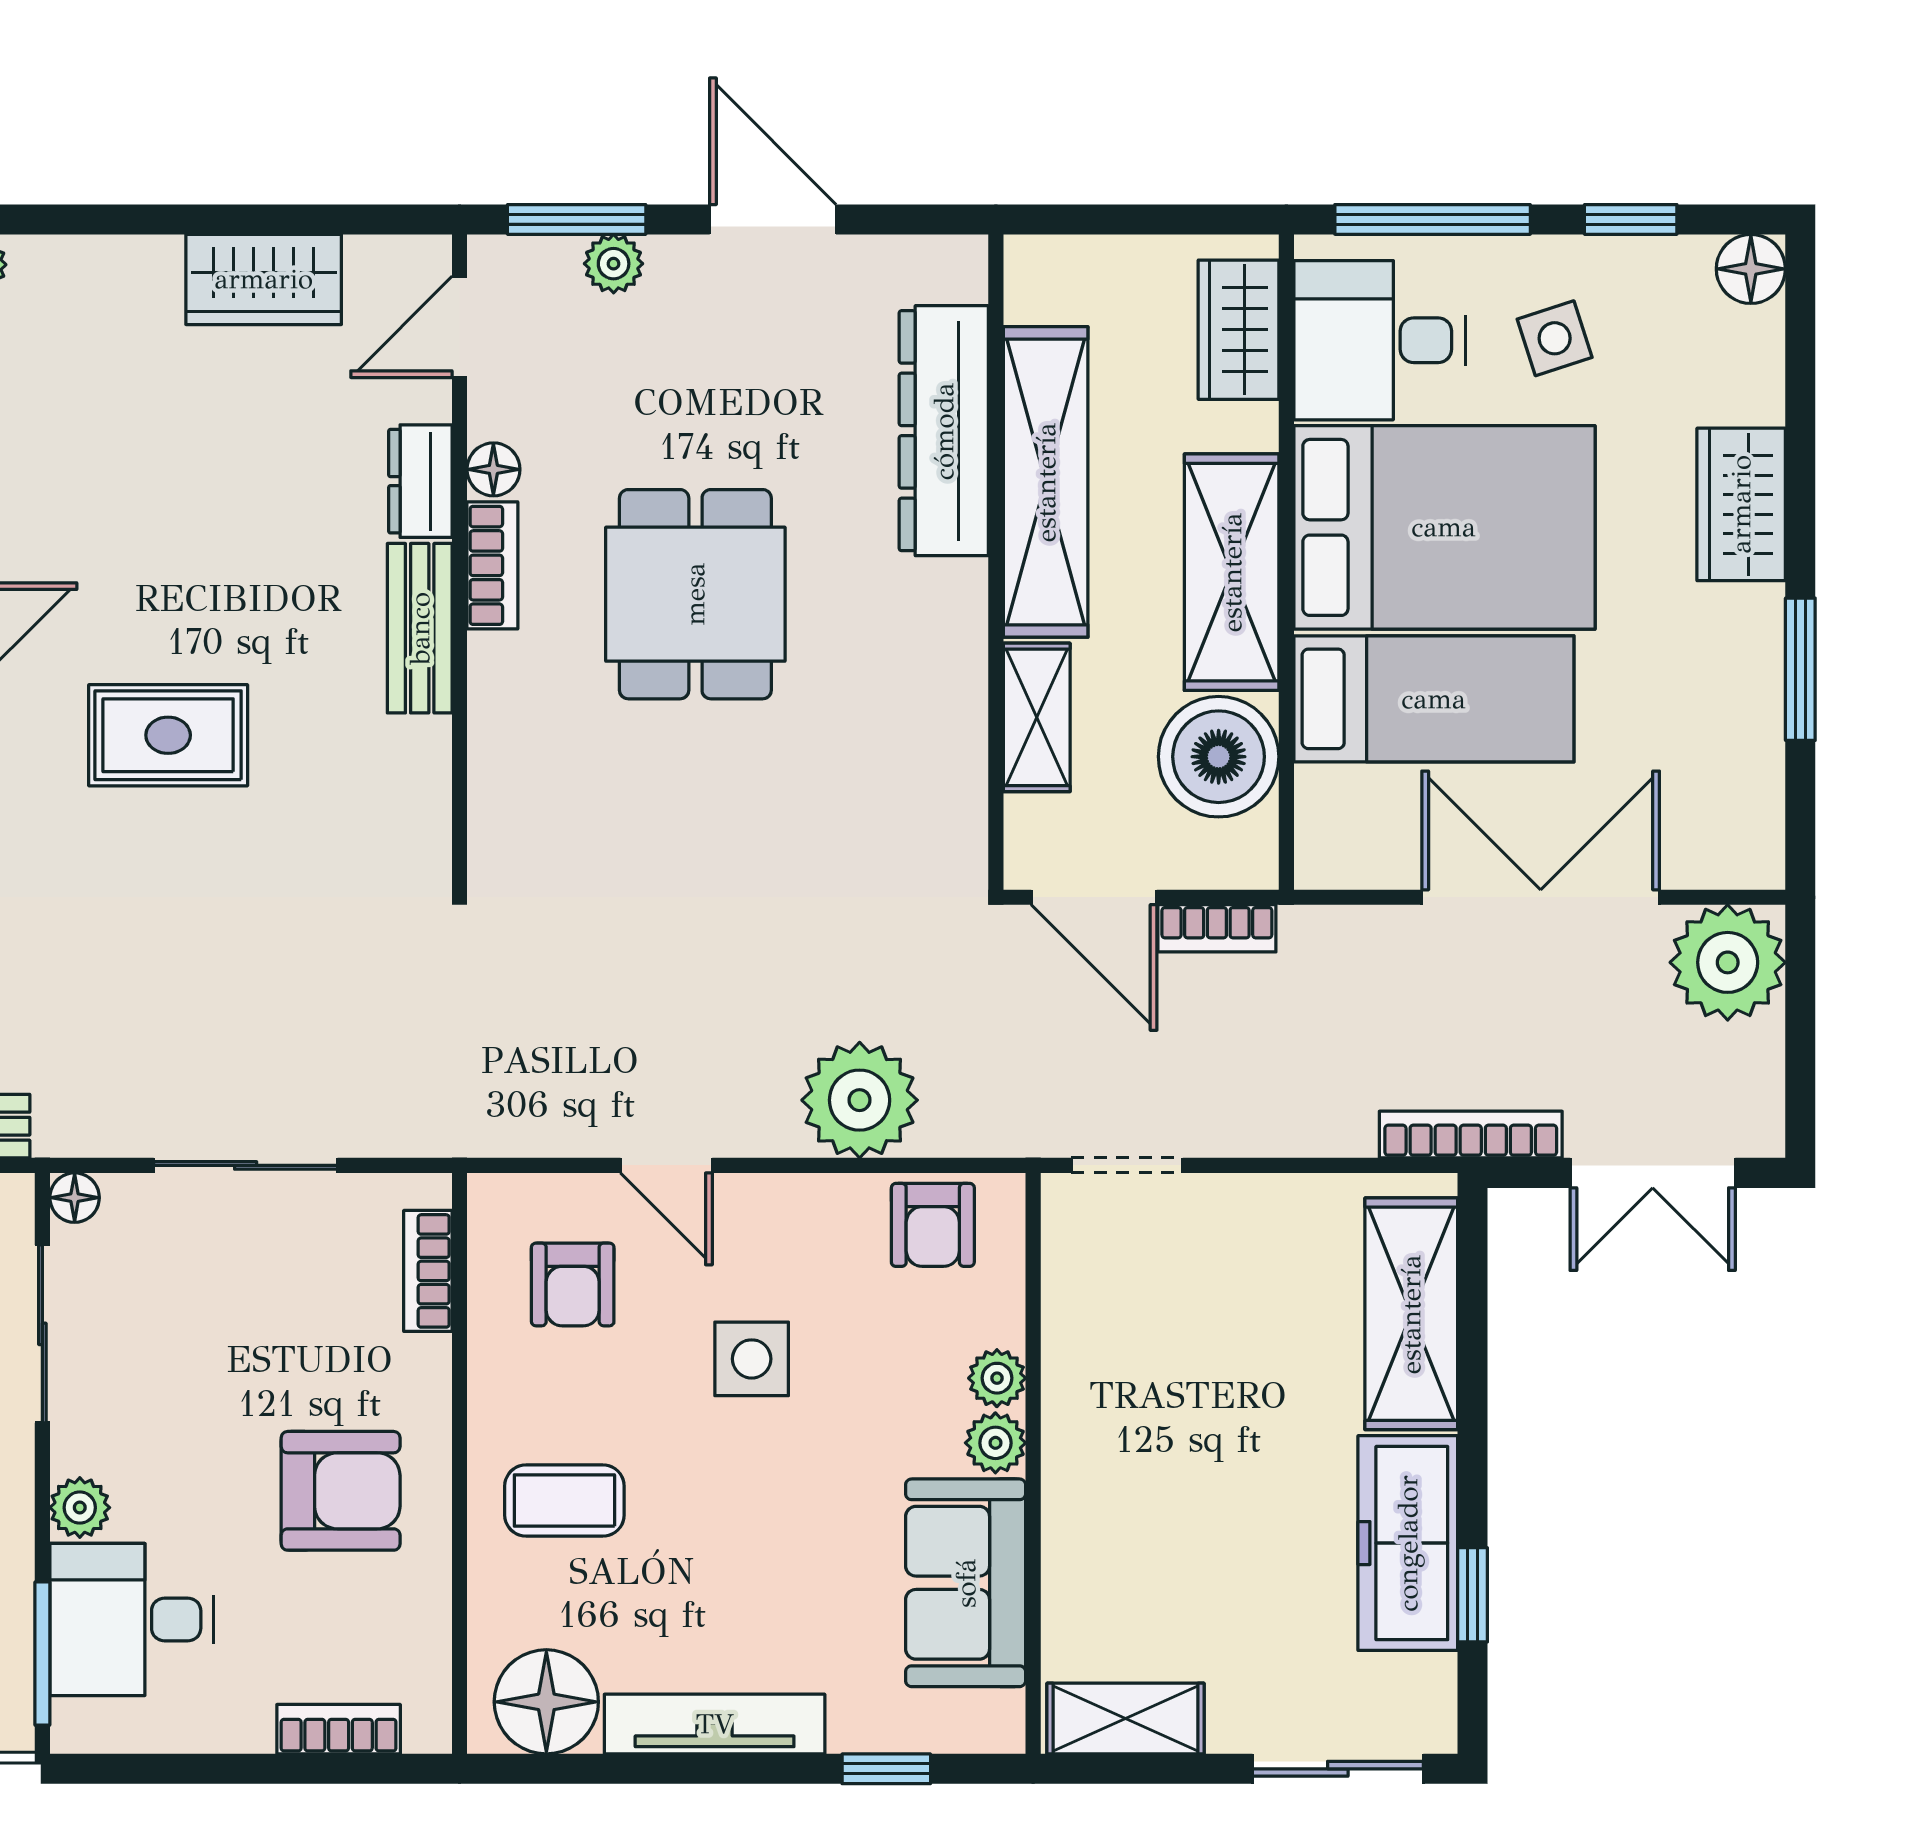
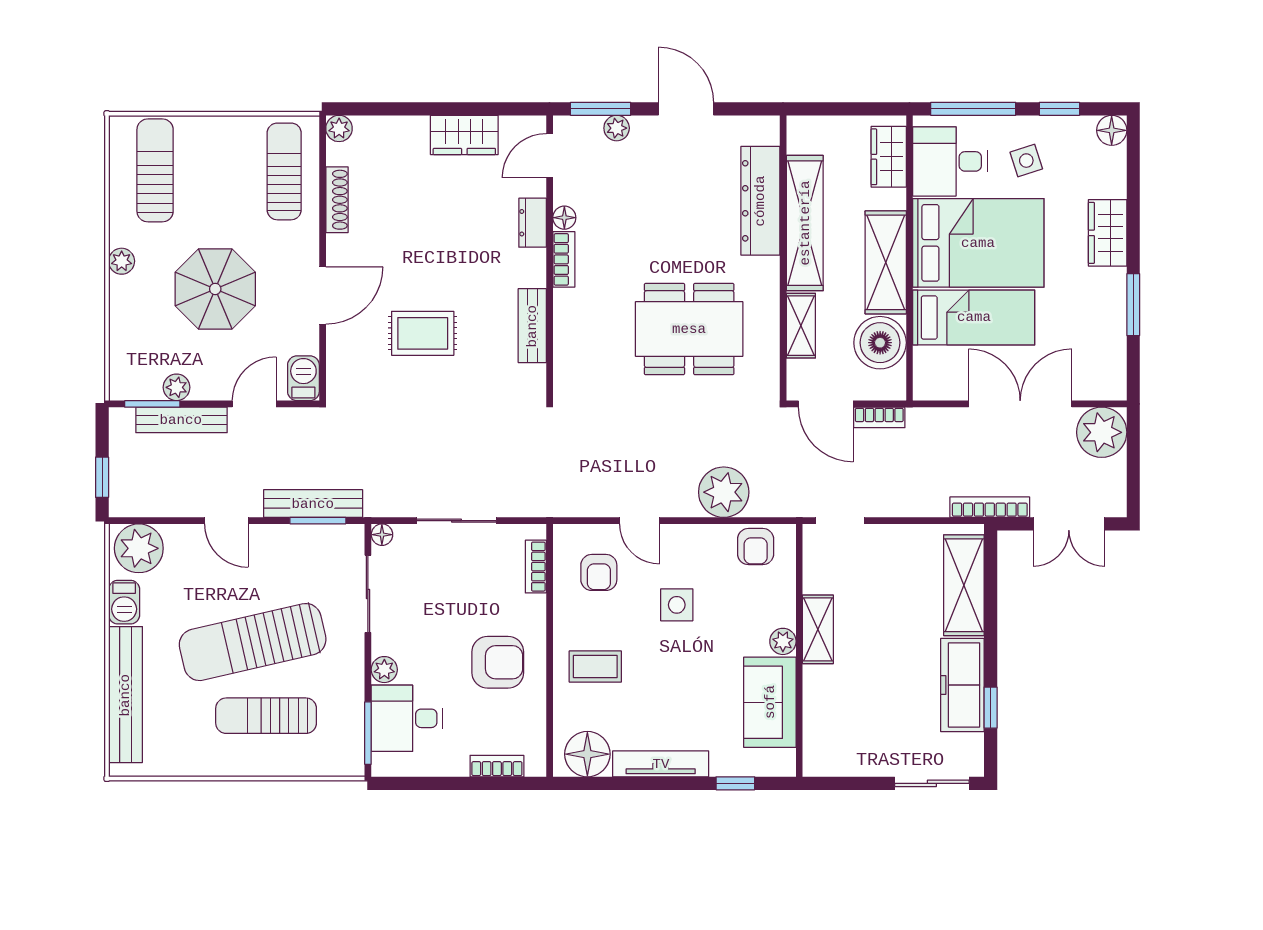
dining table: (695, 594) -> (689, 329), moved, width x1.37
bench: (420, 628) -> (532, 326), moved
plant: (997, 1378) -> (784, 613), removed
shelving: (1126, 1719) -> (818, 629), moved, turned 90

